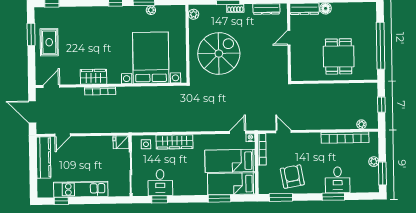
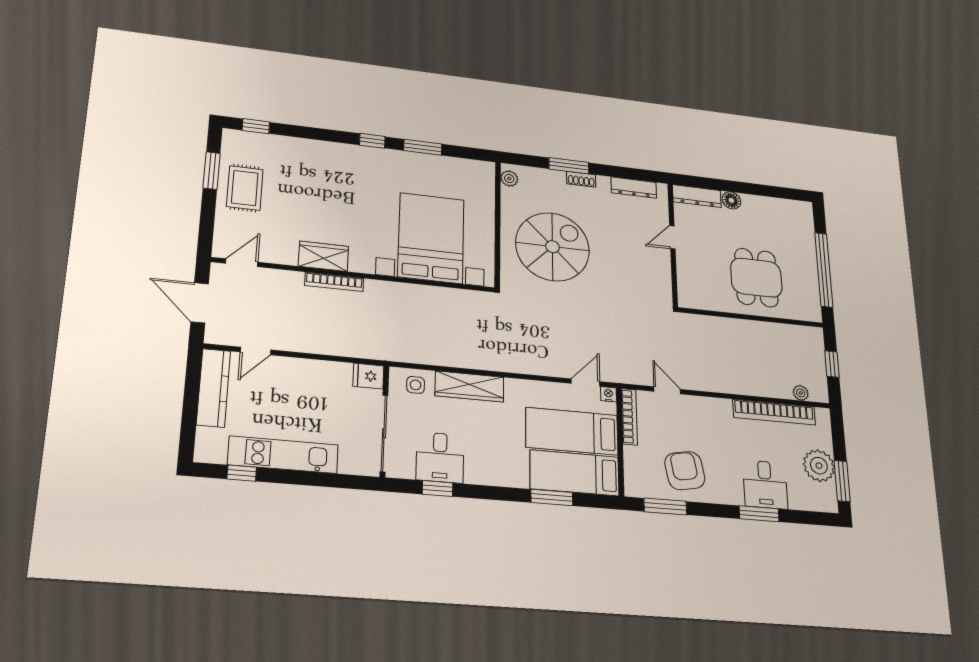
plant: (151, 10) -> (435, 162), removed
plant: (374, 162) -> (819, 466), width x1.87, depth x1.87

